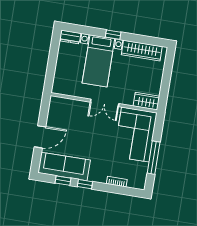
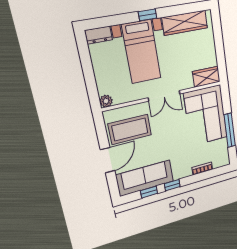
plant: (57, 89) -> (106, 101), added
coffee table: (67, 119) -> (130, 129), added

